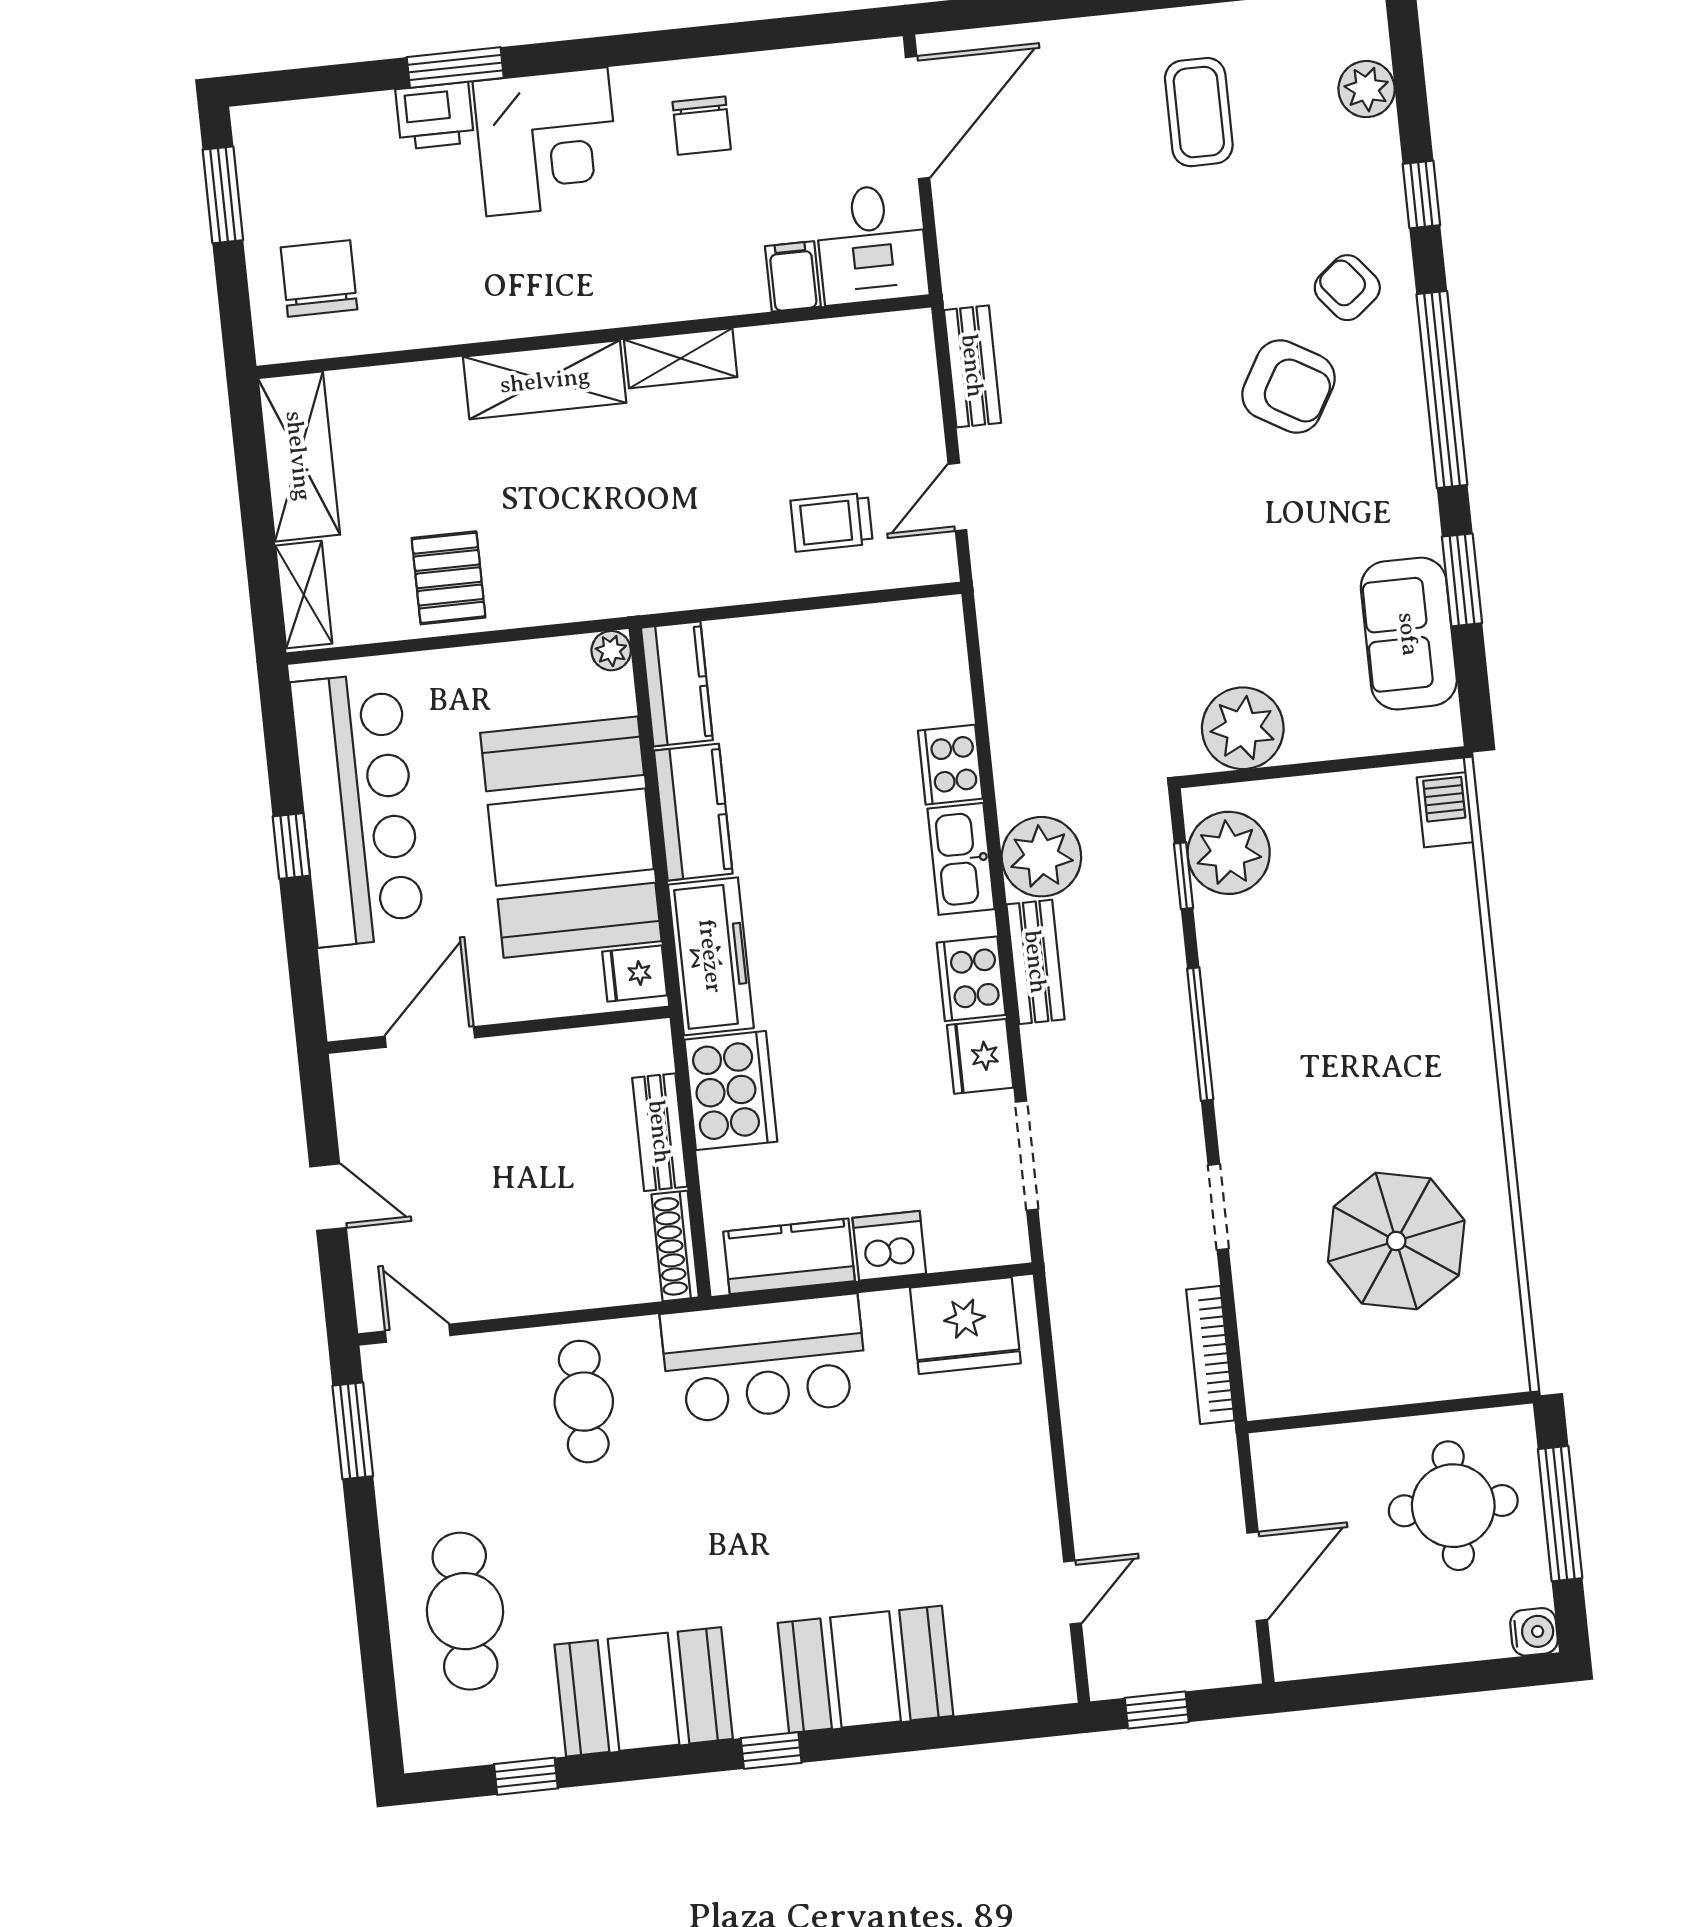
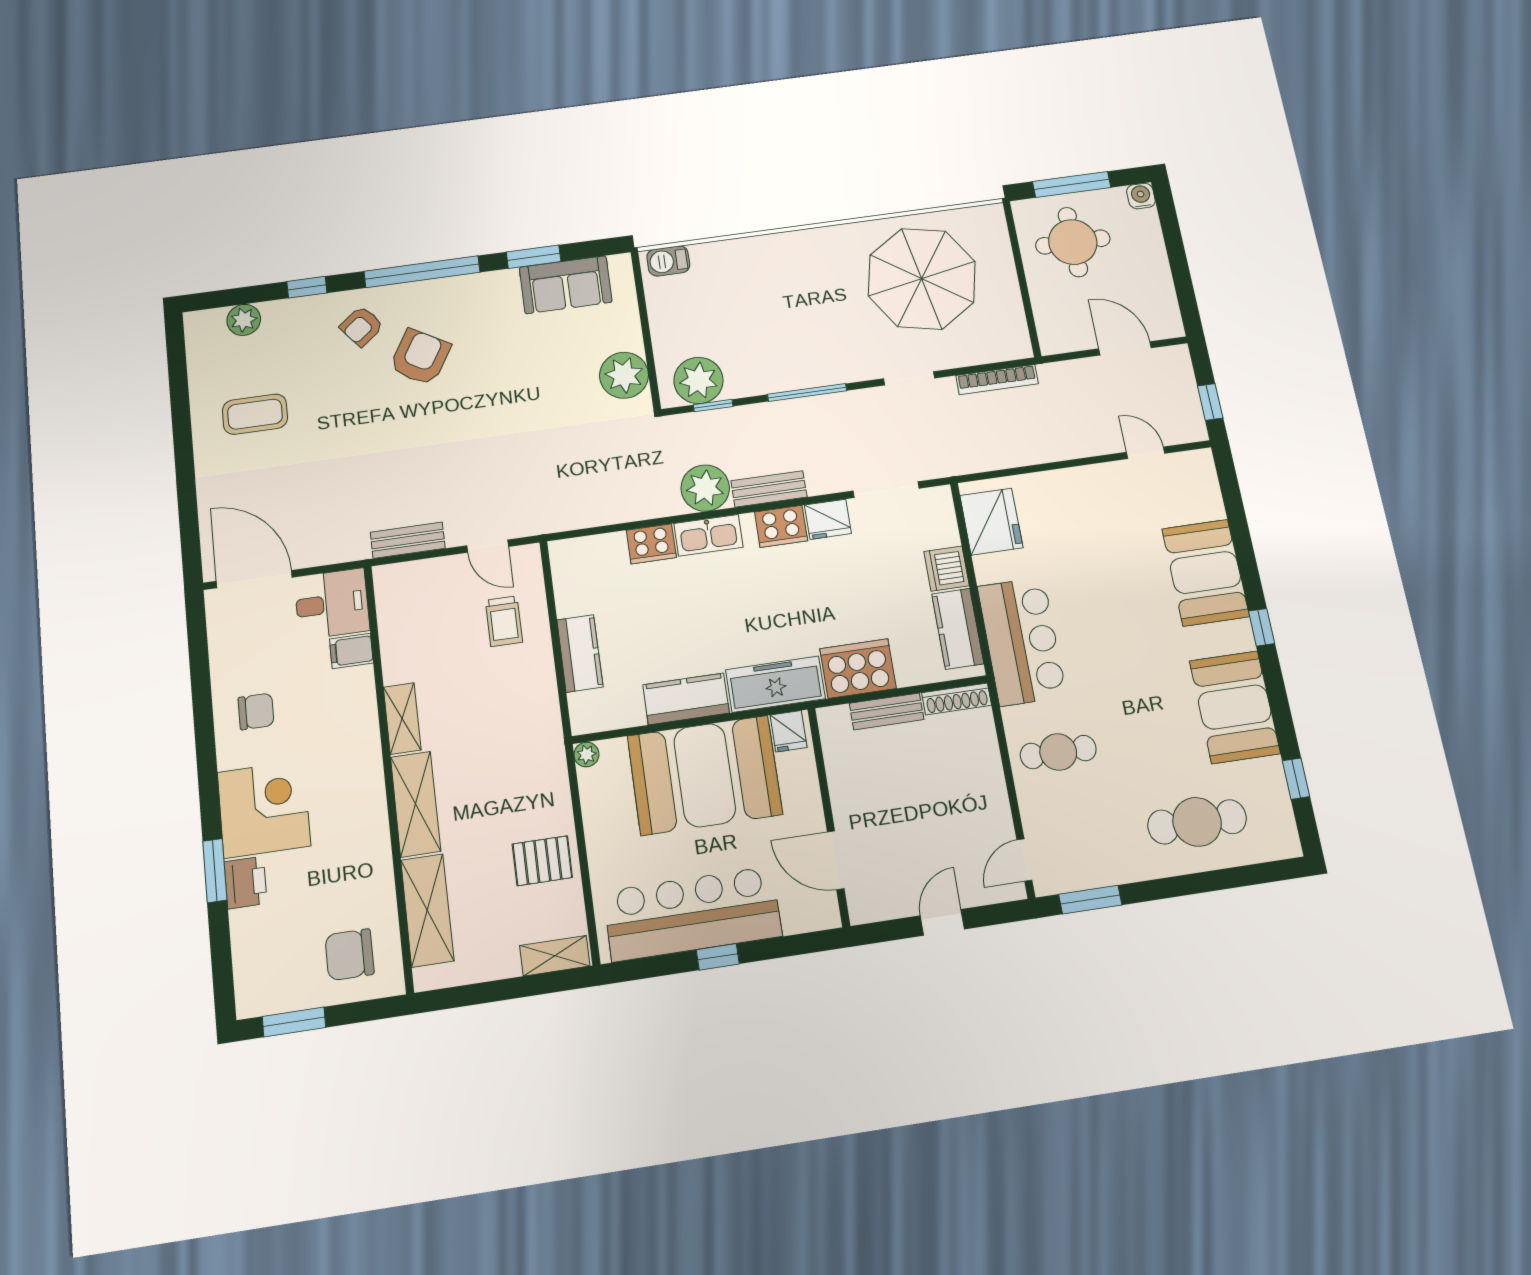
shelving: (299, 456) -> (427, 910), moved, turned 90
kitchen counter: (677, 684) -> (580, 653), moved, turned 90
parasol: (1396, 1241) -> (922, 279), width x1.36, depth x1.36

